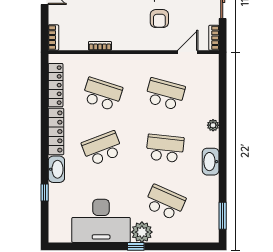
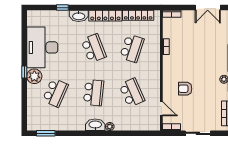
school desk: (165, 94) -> (132, 93), turned -39
washbasin: (211, 162) -> (95, 125), moved

